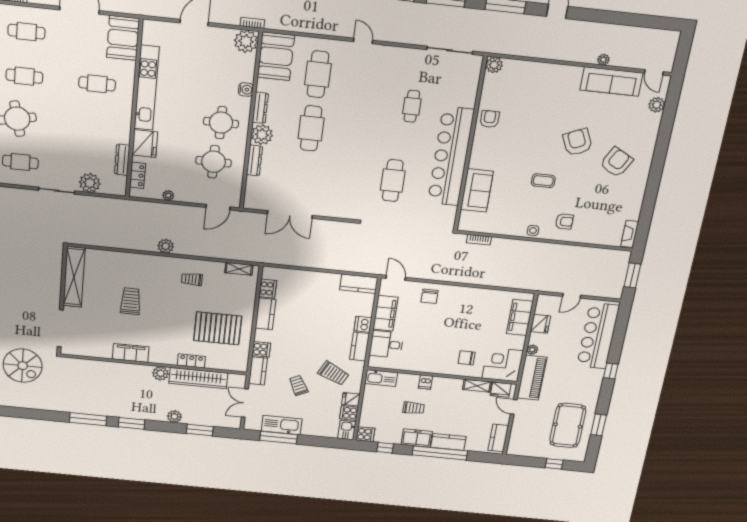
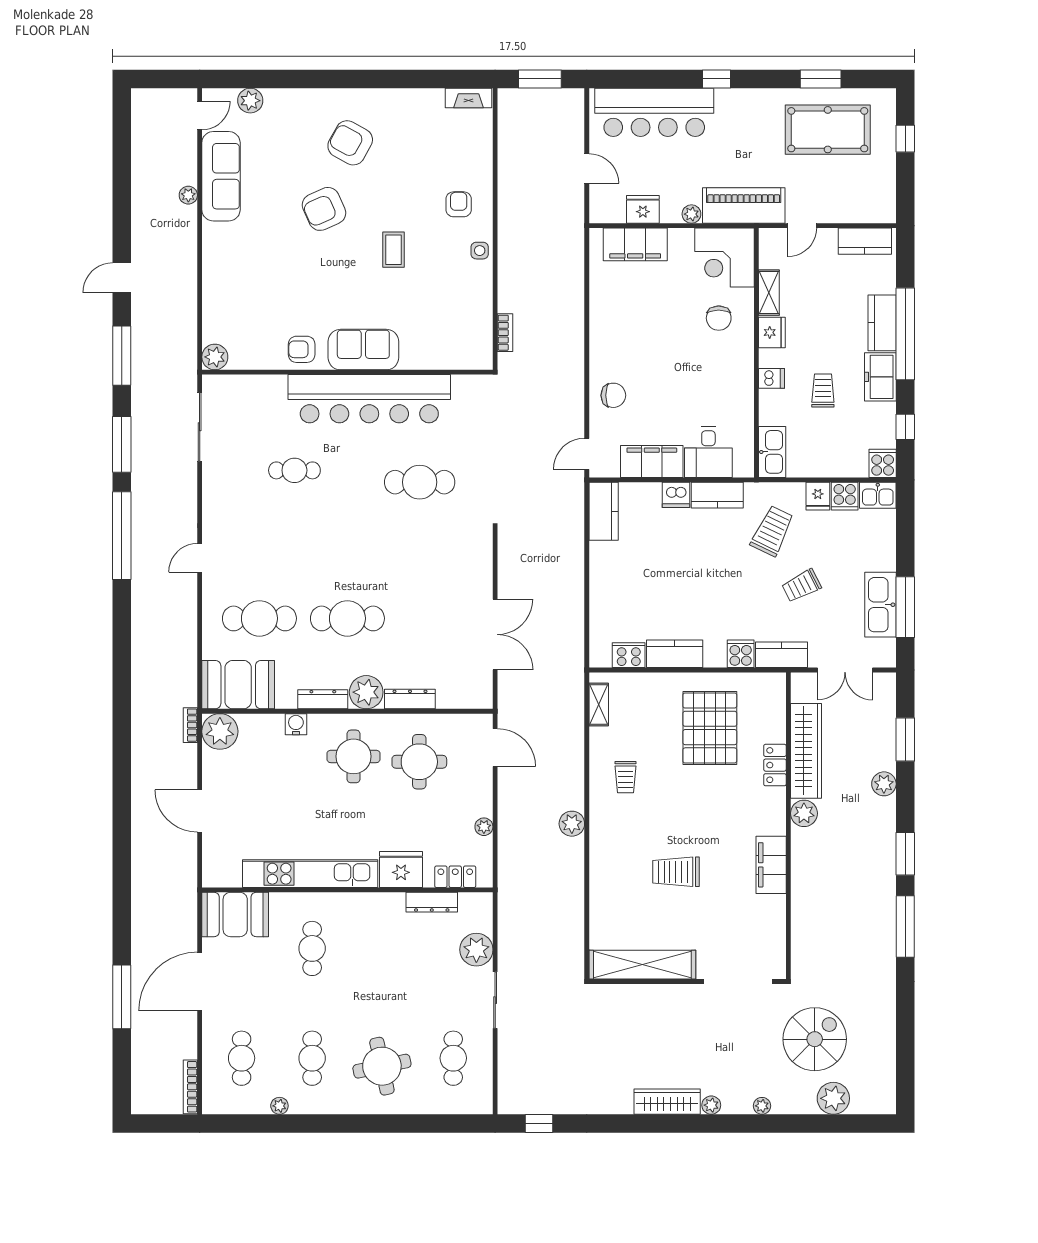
sofa: (477, 190) -> (363, 350), moved
fridge: (501, 390) -> (772, 332), moved

